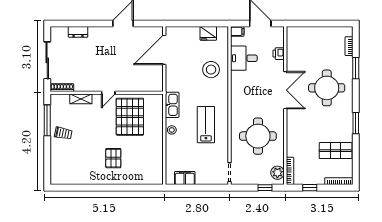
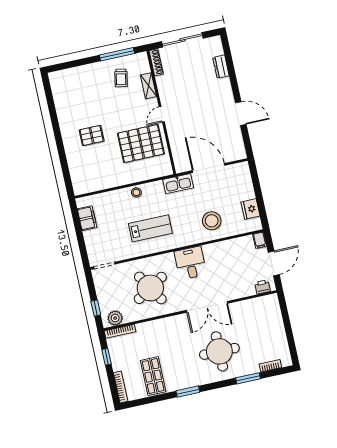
door: (164, 50) -> (208, 168), moved
printer: (279, 54) -> (262, 287), moved
desk: (244, 58) -> (190, 263), moved
door: (108, 93) -> (162, 114), hinge flipped
kitchen sink: (172, 105) -> (178, 184), moved
trolley: (63, 133) -> (121, 78), moved
round table: (258, 136) -> (150, 288), turned -32

